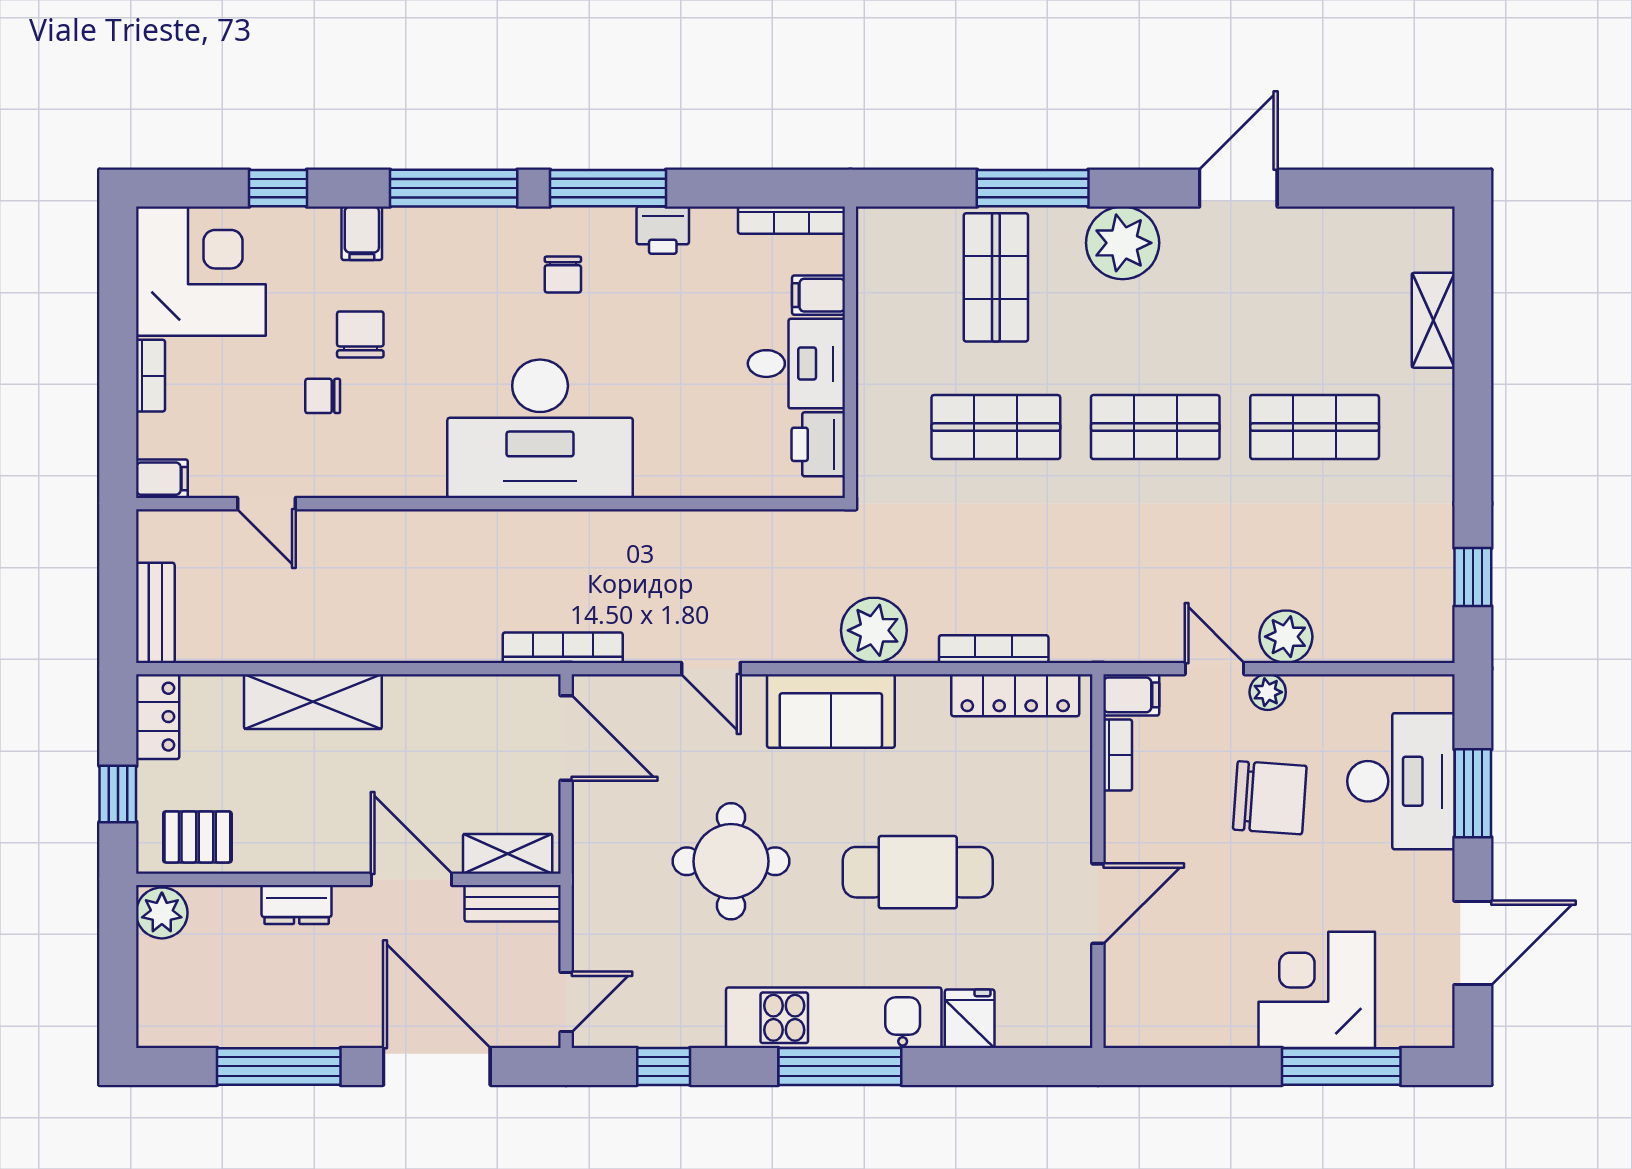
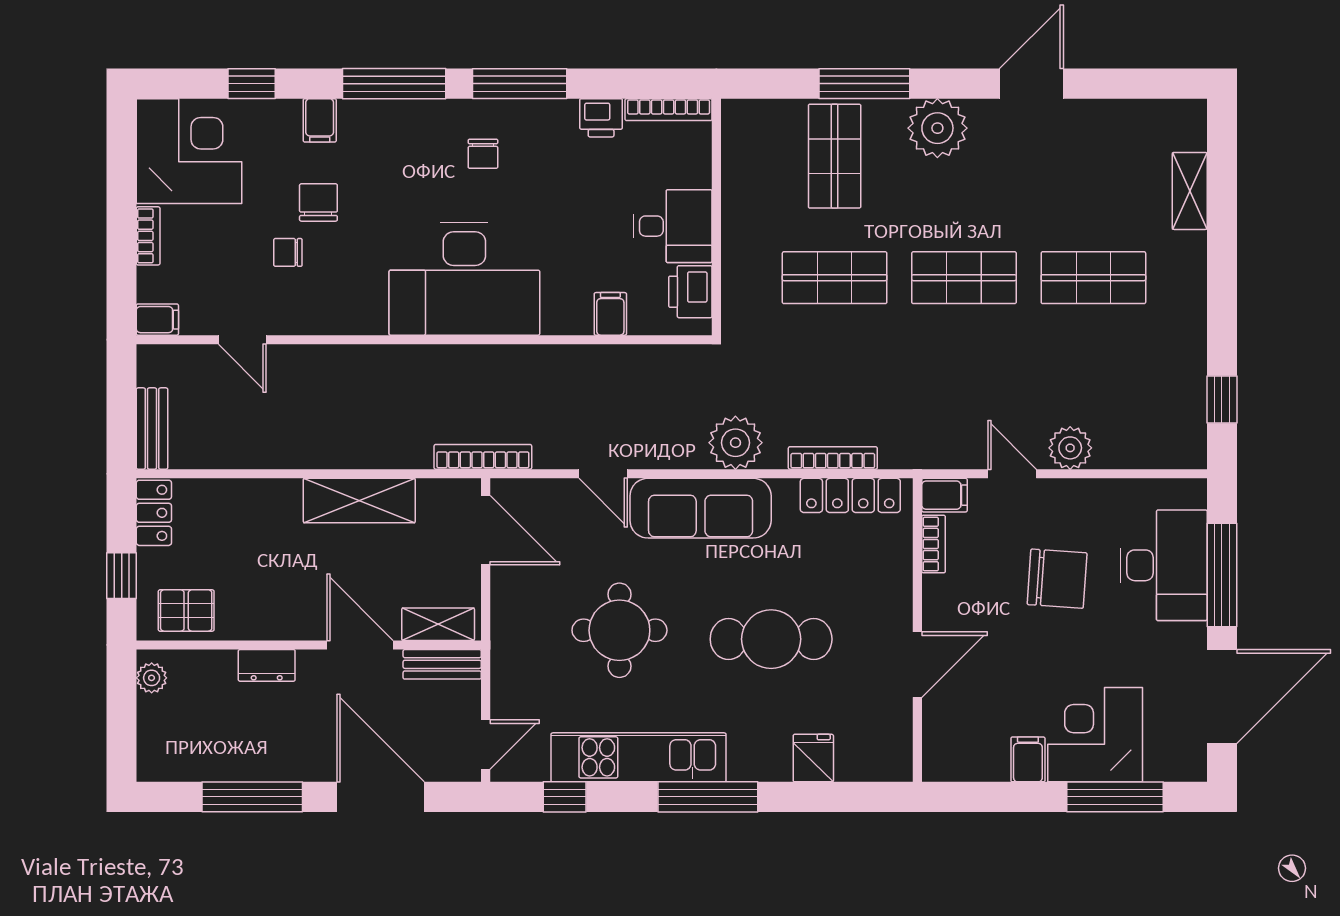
printer: (663, 230) -> (601, 118), moved
filing cabinet: (819, 295) -> (610, 314), moved, turned 90
plant: (1268, 692) -> (1055, 493), removed
shelving: (313, 702) -> (359, 501), moved
sofa: (831, 711) -> (701, 508), width x1.36
window: (1473, 793) -> (1222, 575), width x1.44
plant: (162, 913) -> (152, 678), width x0.73, depth x0.73
door: (1473, 943) -> (1222, 697), width x1.36
kitchen unit: (834, 1018) -> (639, 757), moved
filing cabinet: (1234, 1020) -> (1028, 759), added

